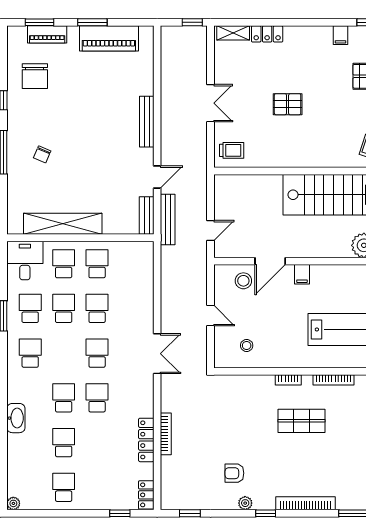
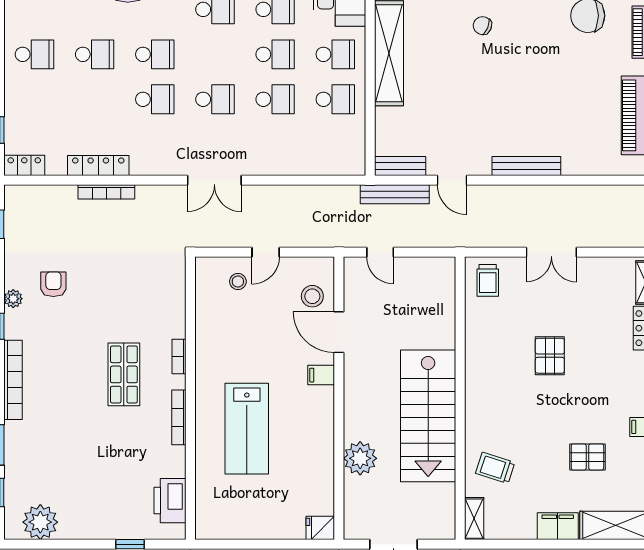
stool: (247, 345) -> (238, 281), moved

